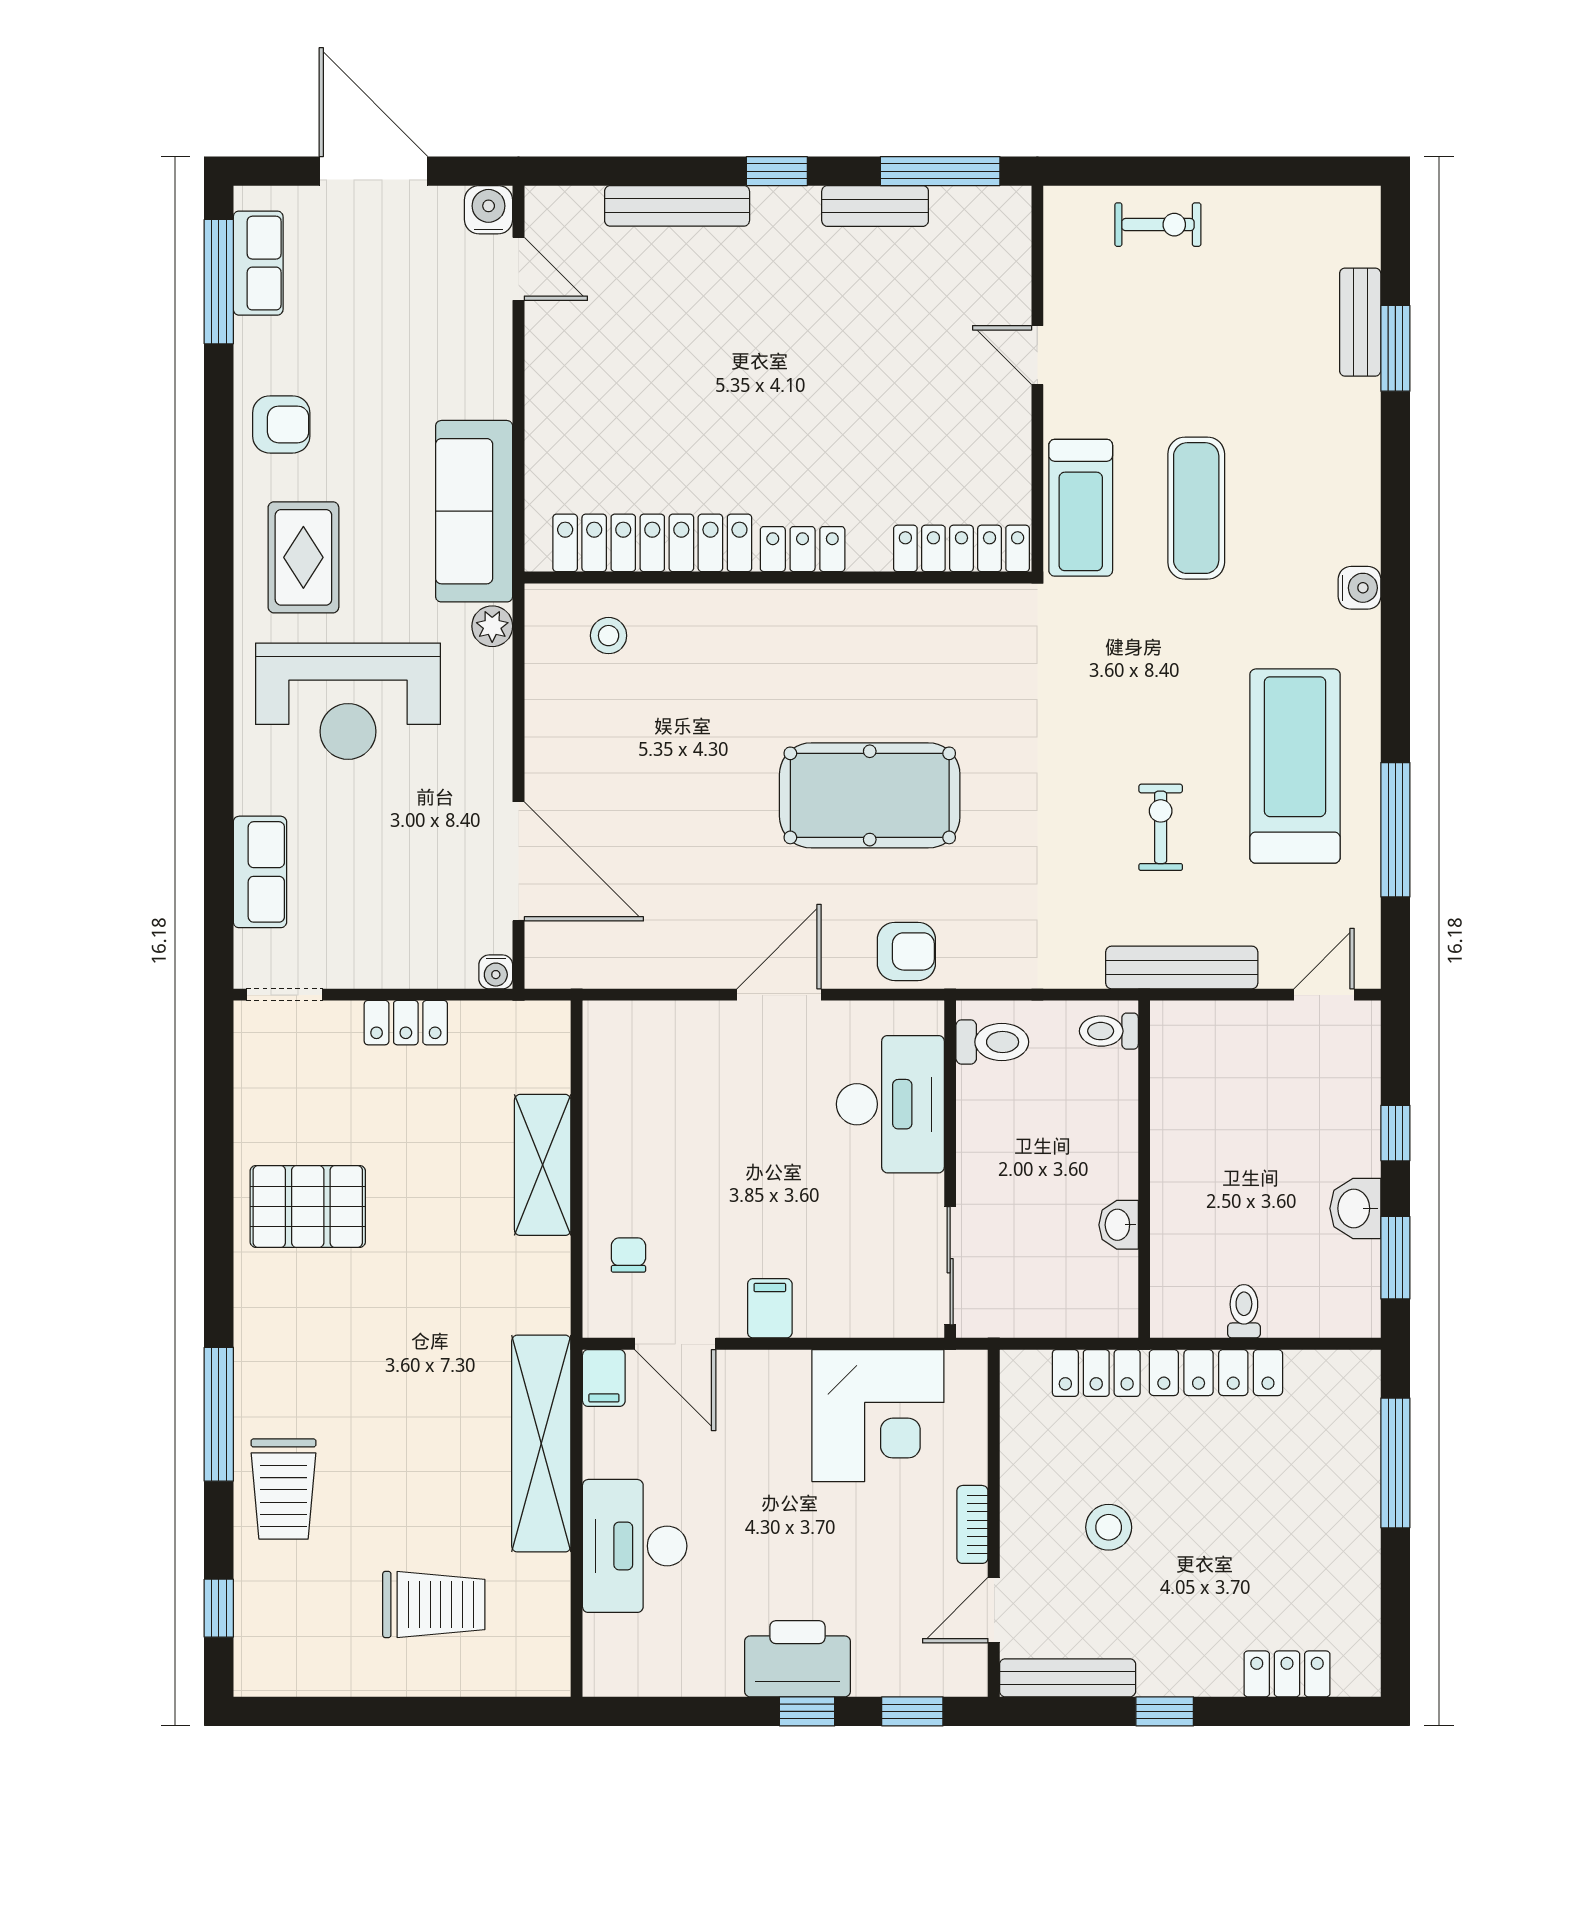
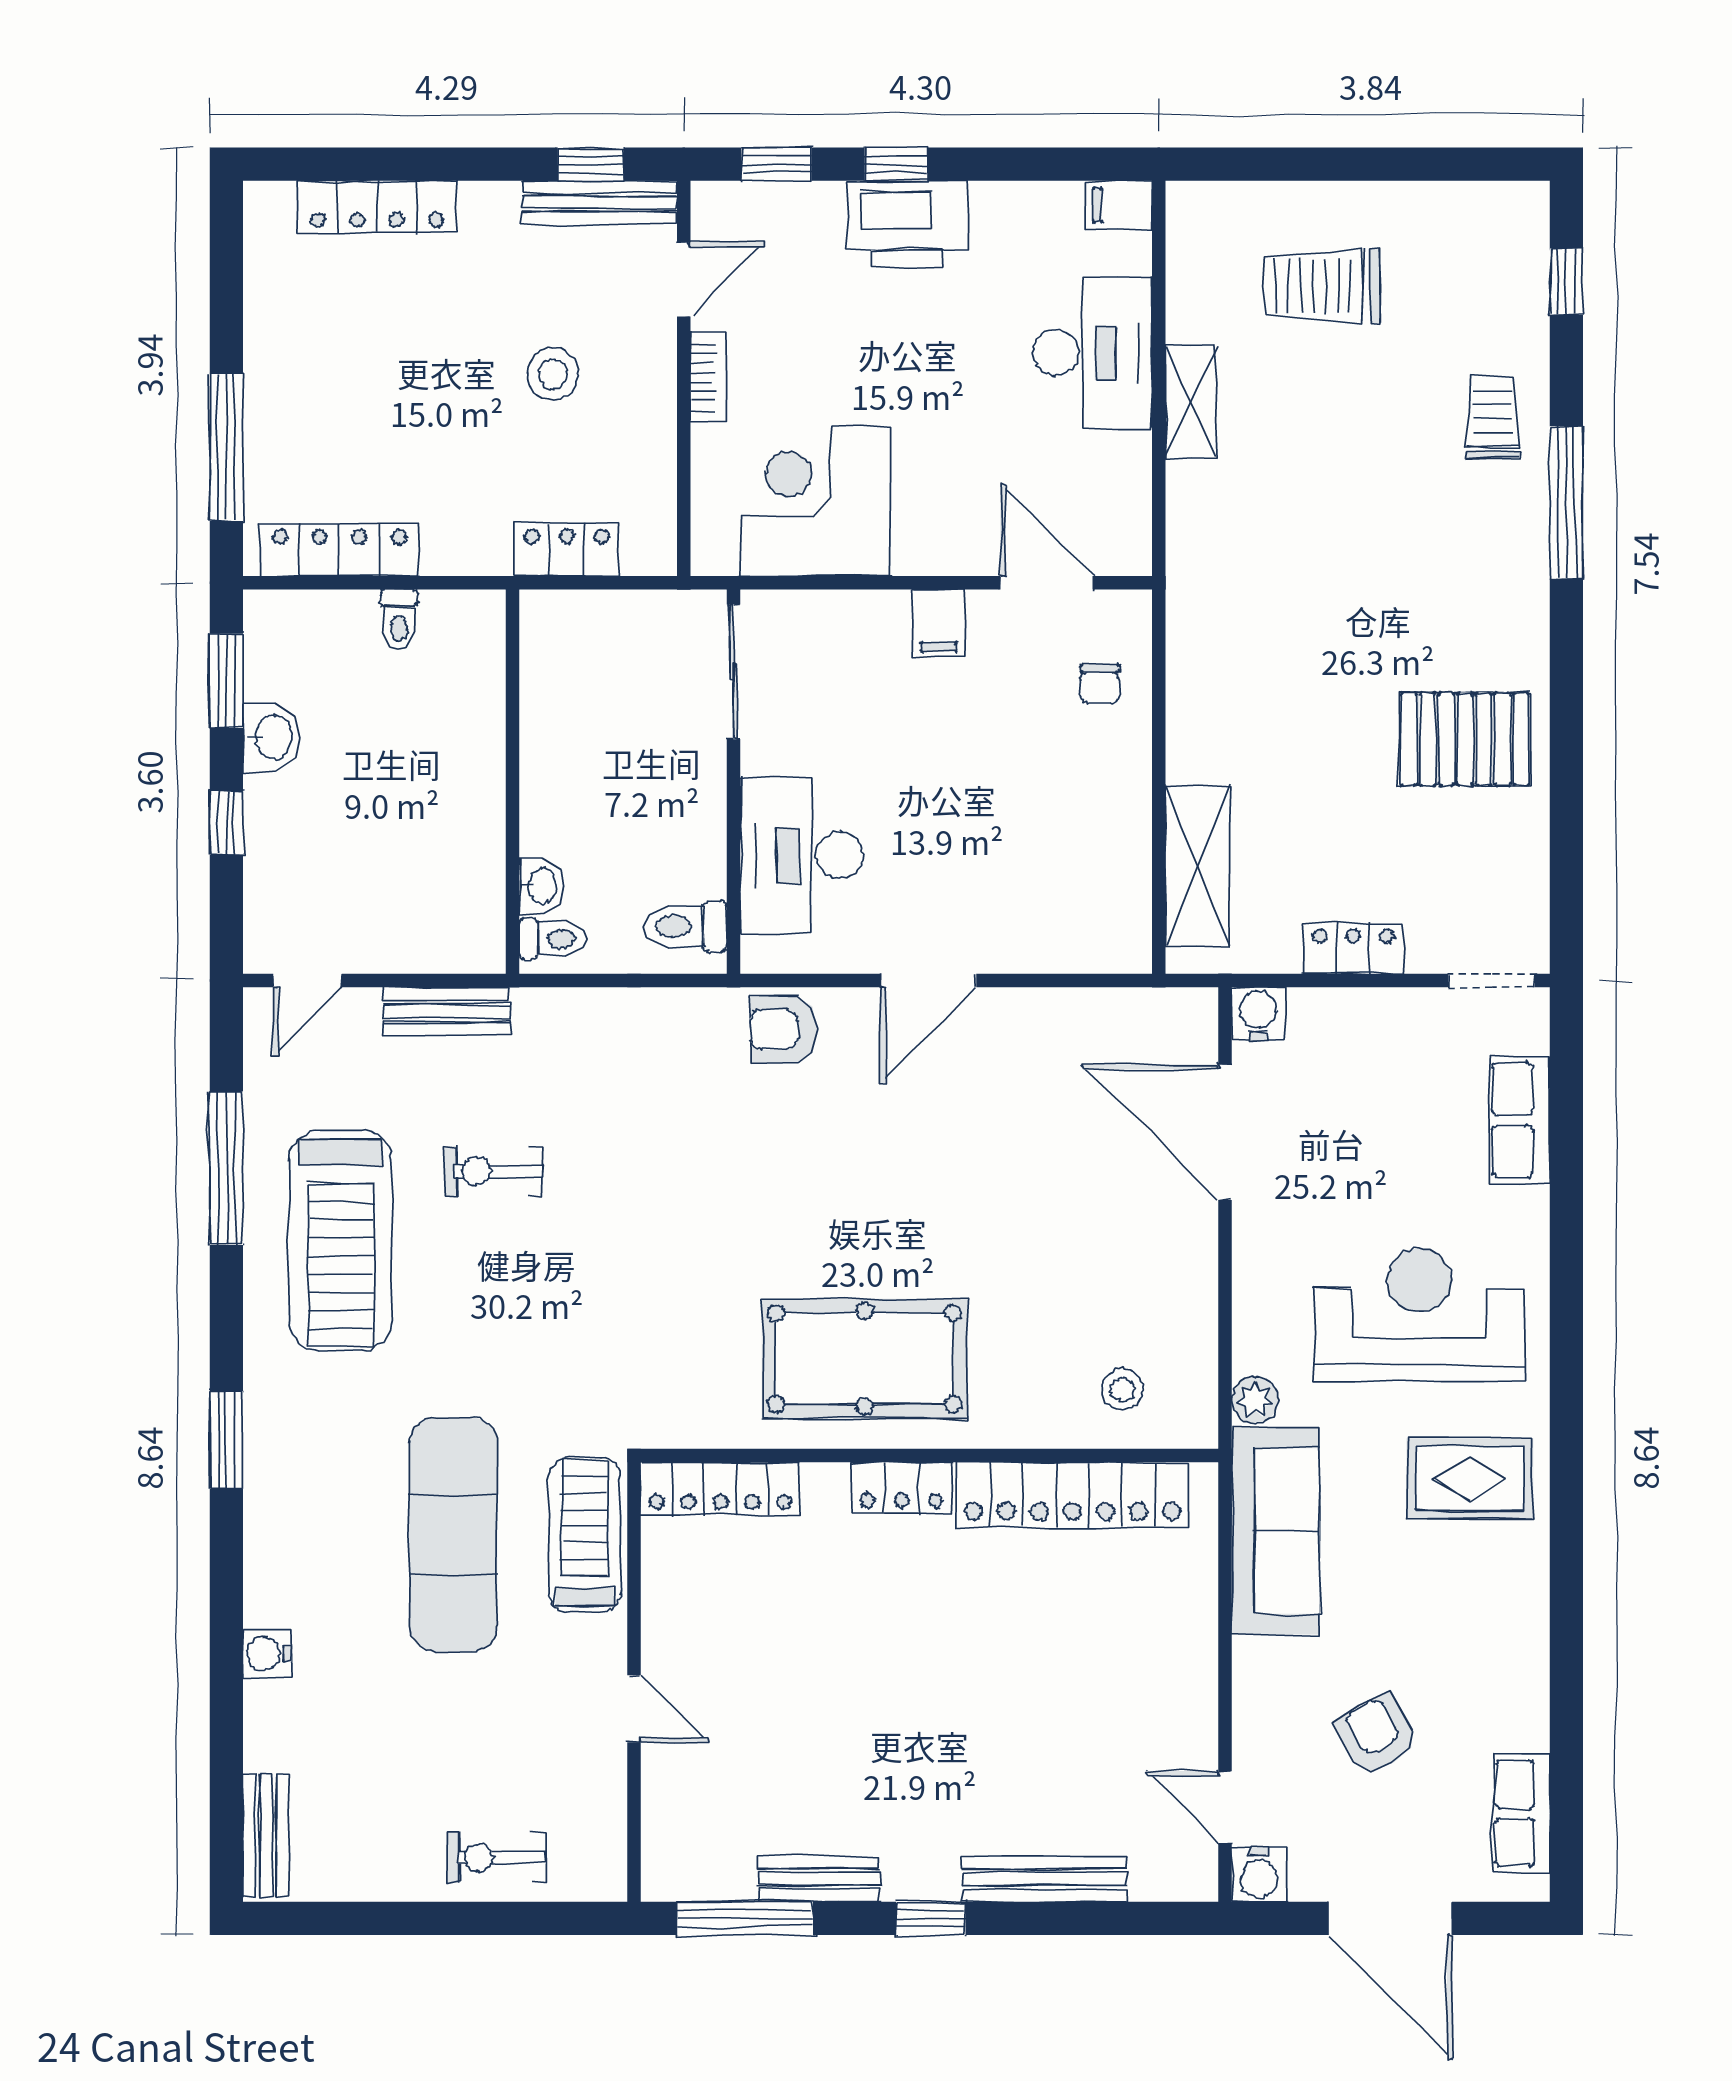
window: (219, 282) -> (1566, 1793), removed
bench: (1360, 322) -> (266, 1835), moved
window: (1395, 348) -> (226, 1440), moved
armchair: (281, 424) -> (1377, 1735), moved, turned 60
exercise mat: (1196, 508) -> (453, 1535), width x1.36, depth x1.45
rug: (303, 557) -> (1470, 1478), turned 90
water cooler: (1359, 588) -> (267, 1654), moved
pool table: (870, 795) -> (865, 1359), moved
exercise bike: (1161, 827) -> (494, 1171), turned 90
bench: (1182, 967) -> (447, 1011), width x0.73
water cooler: (496, 972) -> (1258, 1014), width x1.38, depth x1.38
shelving: (543, 1165) -> (1197, 866), moved
washbasin: (1119, 1225) -> (542, 886), moved
locker: (1216, 1373) -> (339, 550), moved
filing cabinet: (604, 1378) -> (1120, 205), moved, turned -90
shelving: (541, 1444) -> (1191, 402), width x0.45, depth x0.75
trolley: (284, 1489) -> (1493, 417), width x0.73, depth x0.72
locker: (1287, 1674) -> (377, 207), width x1.53
window: (1165, 1711) -> (591, 164), moved

